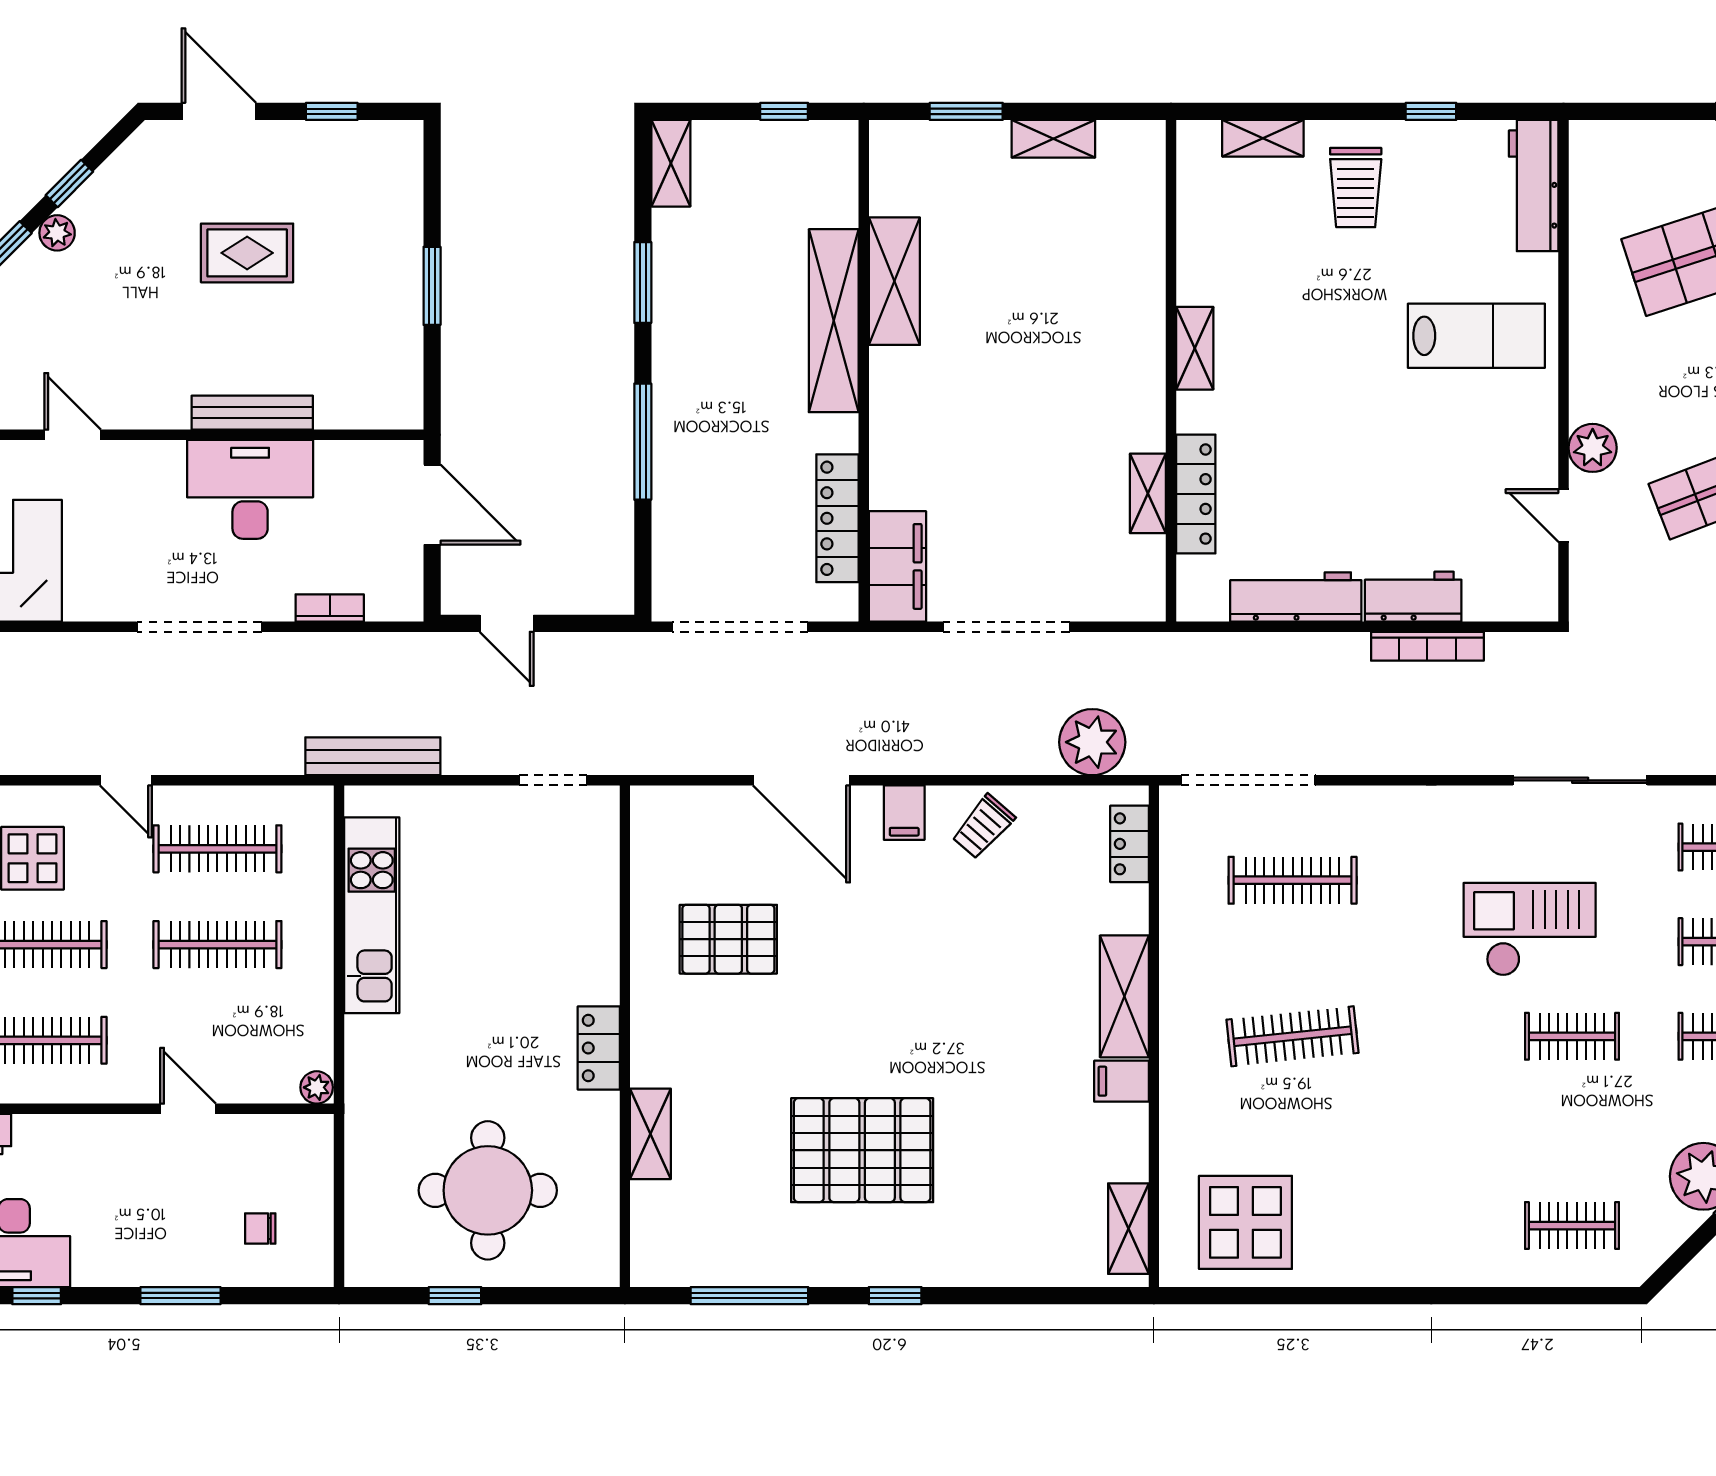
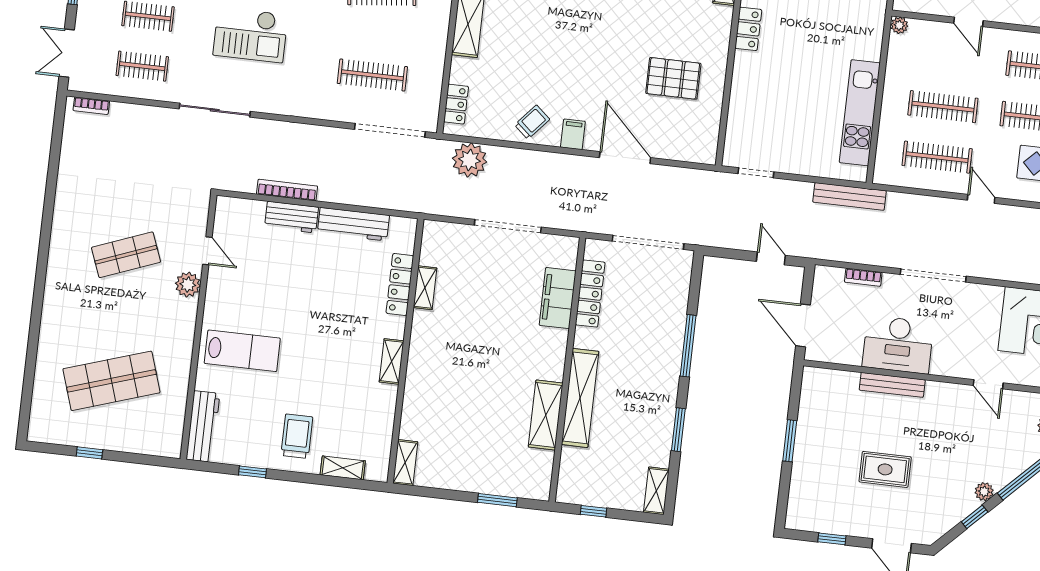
shelving: (1053, 139) -> (405, 463), moved, turned 90
lab bench: (1476, 336) -> (242, 351), turned 180
filing cabinet: (898, 566) -> (558, 298), moved

